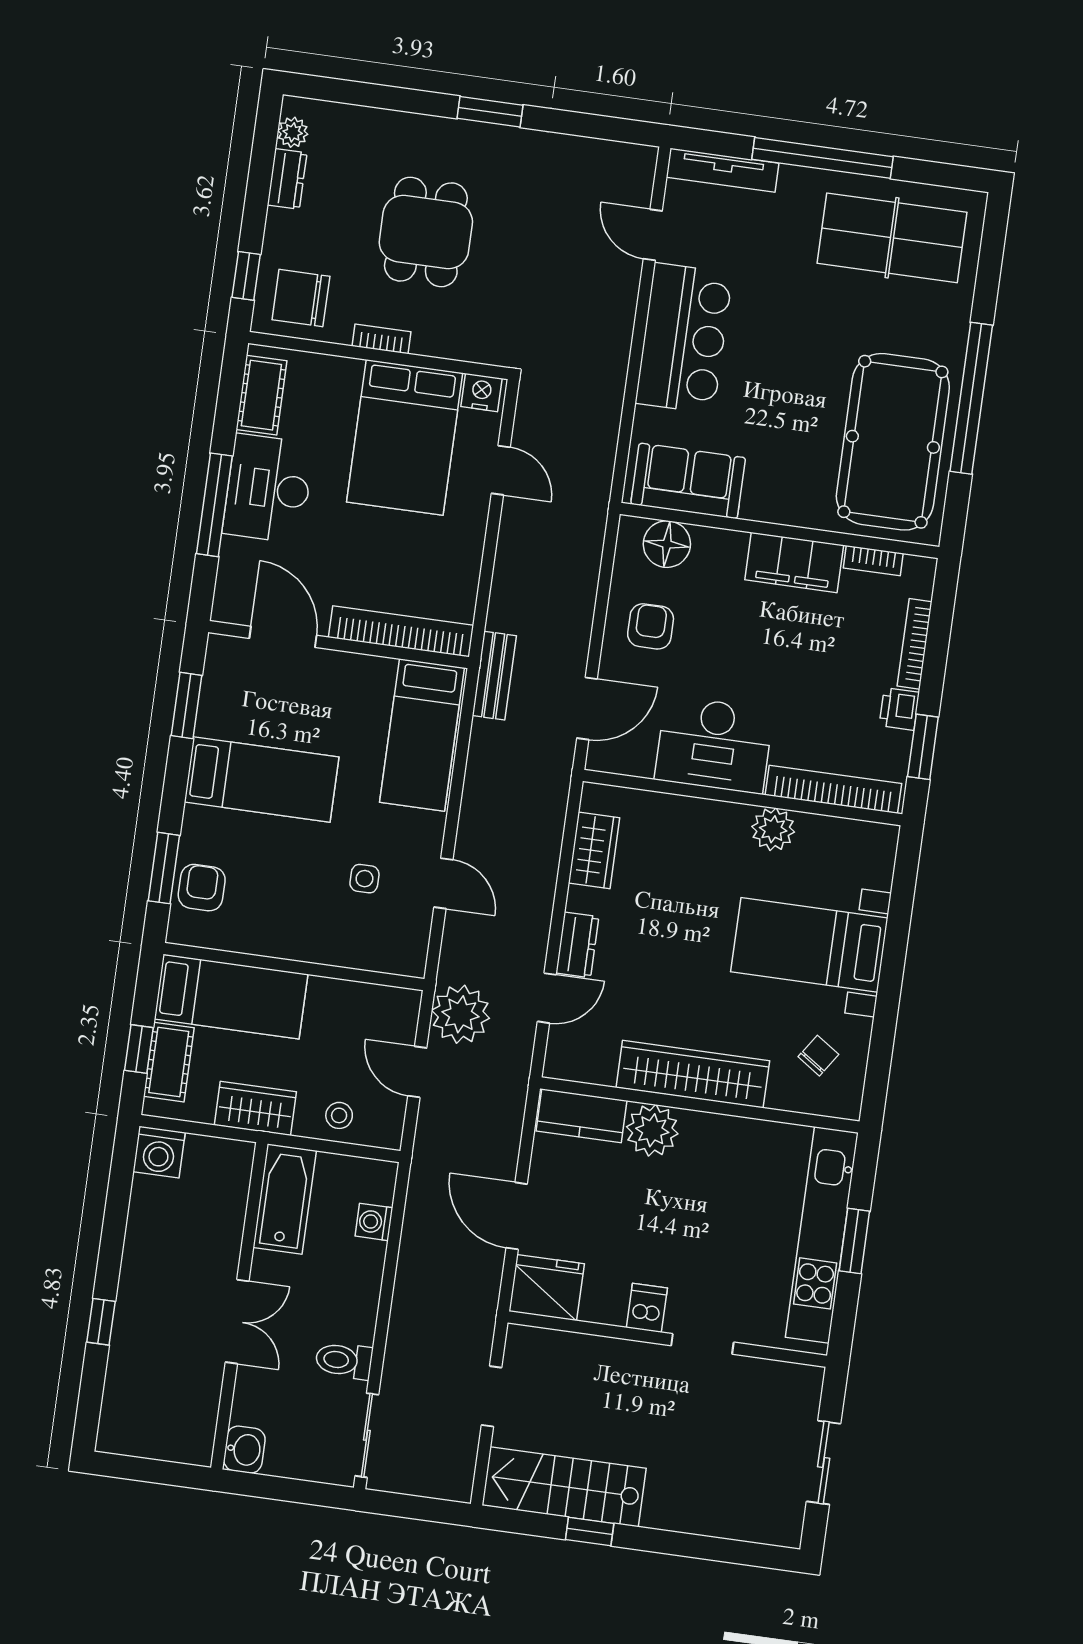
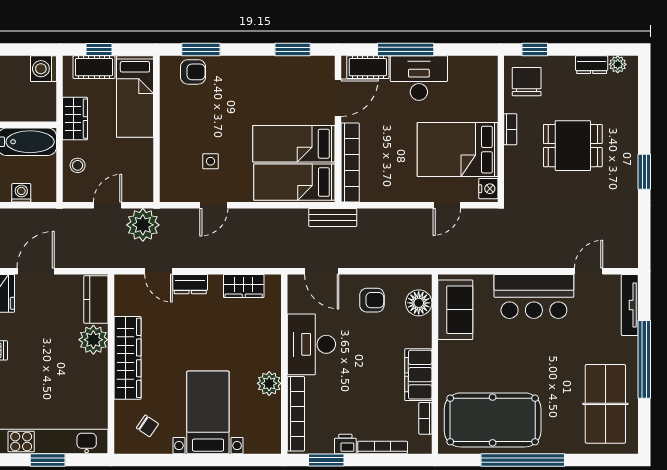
cot: (261, 395) -> (368, 67), moved
bed: (262, 779) -> (294, 144), moved, turned 90

